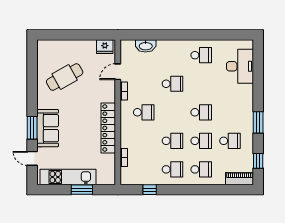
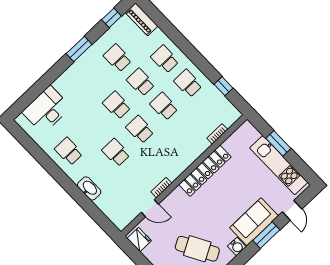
washbasin: (146, 46) -> (89, 188), moved
water cooler: (43, 103) -> (237, 246), added
school desk: (144, 112) -> (140, 129), moved

